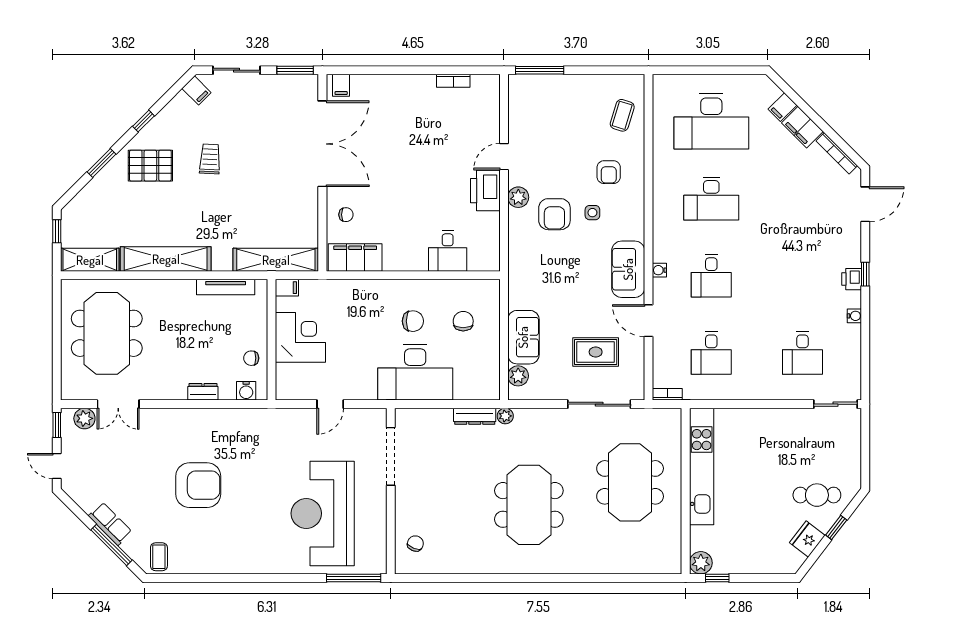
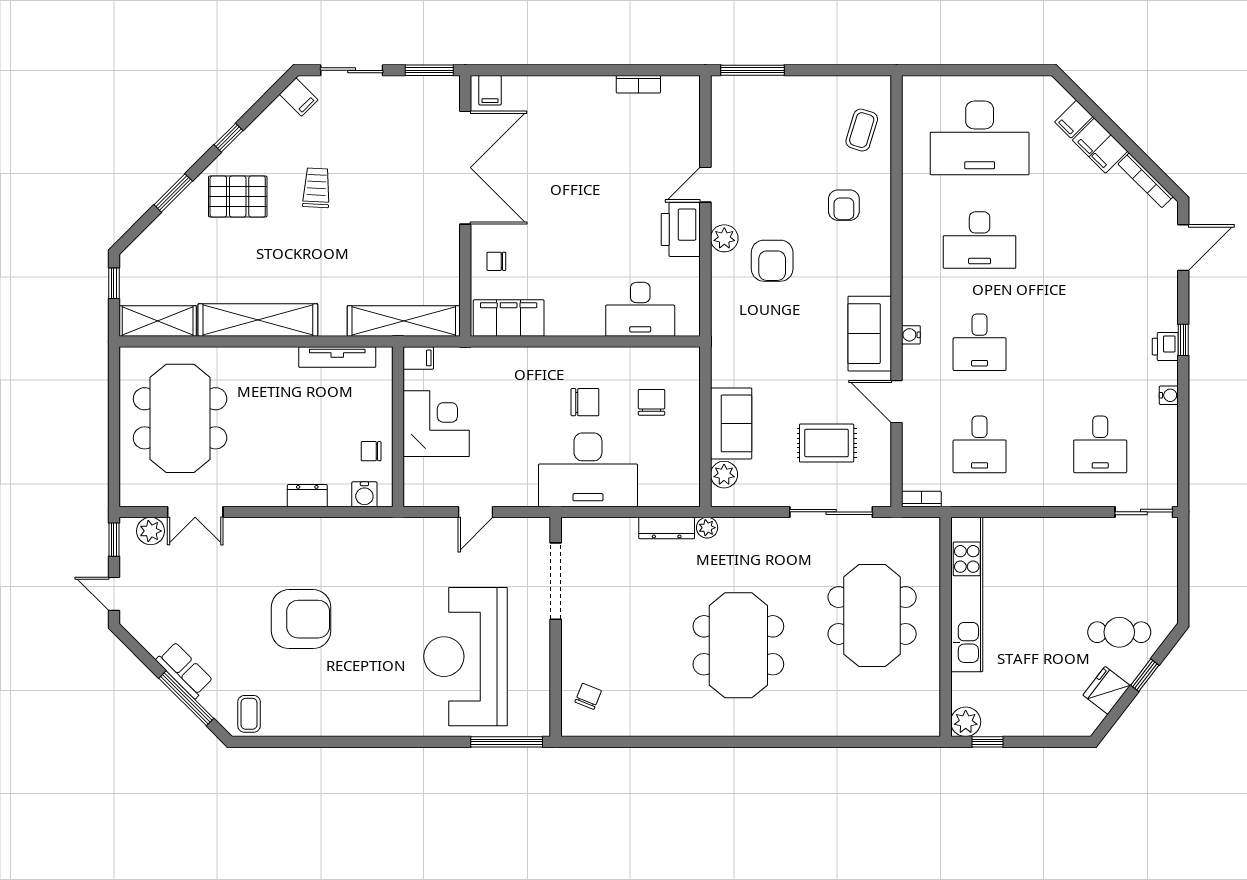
side table: (592, 213) -> (822, 259), removed
chair: (346, 215) -> (496, 261), turned 180
desk: (448, 251) -> (640, 309), width x1.37

